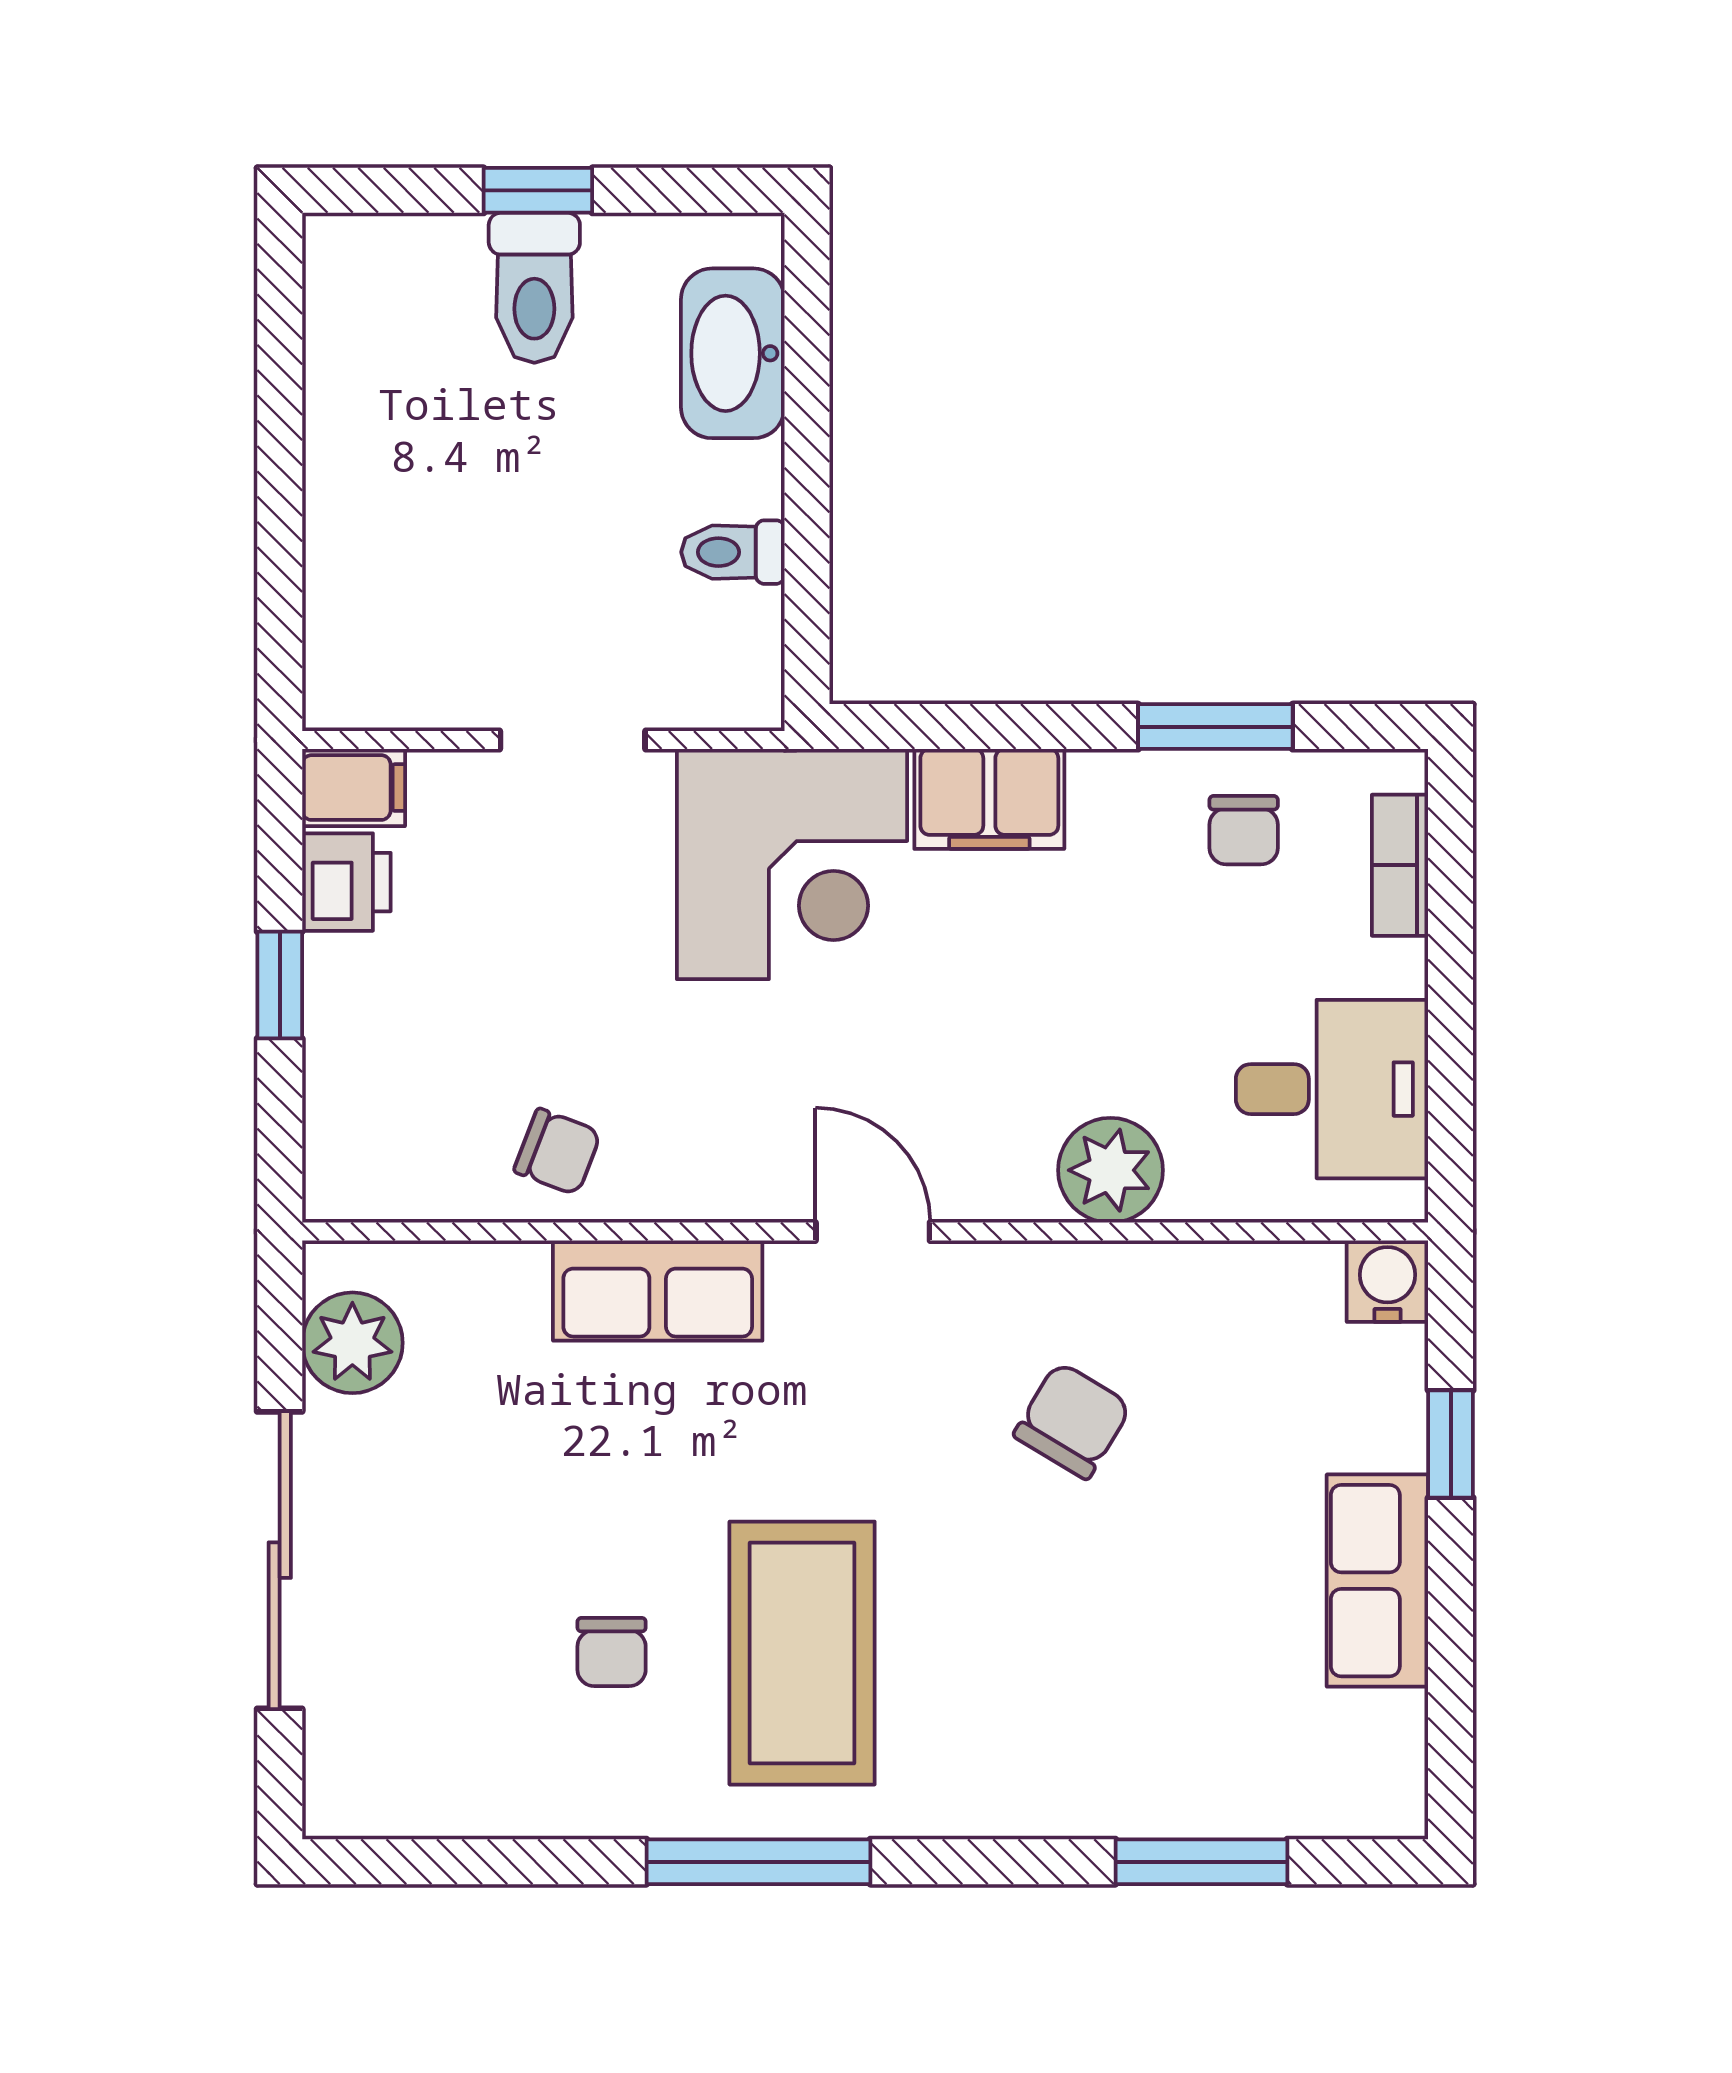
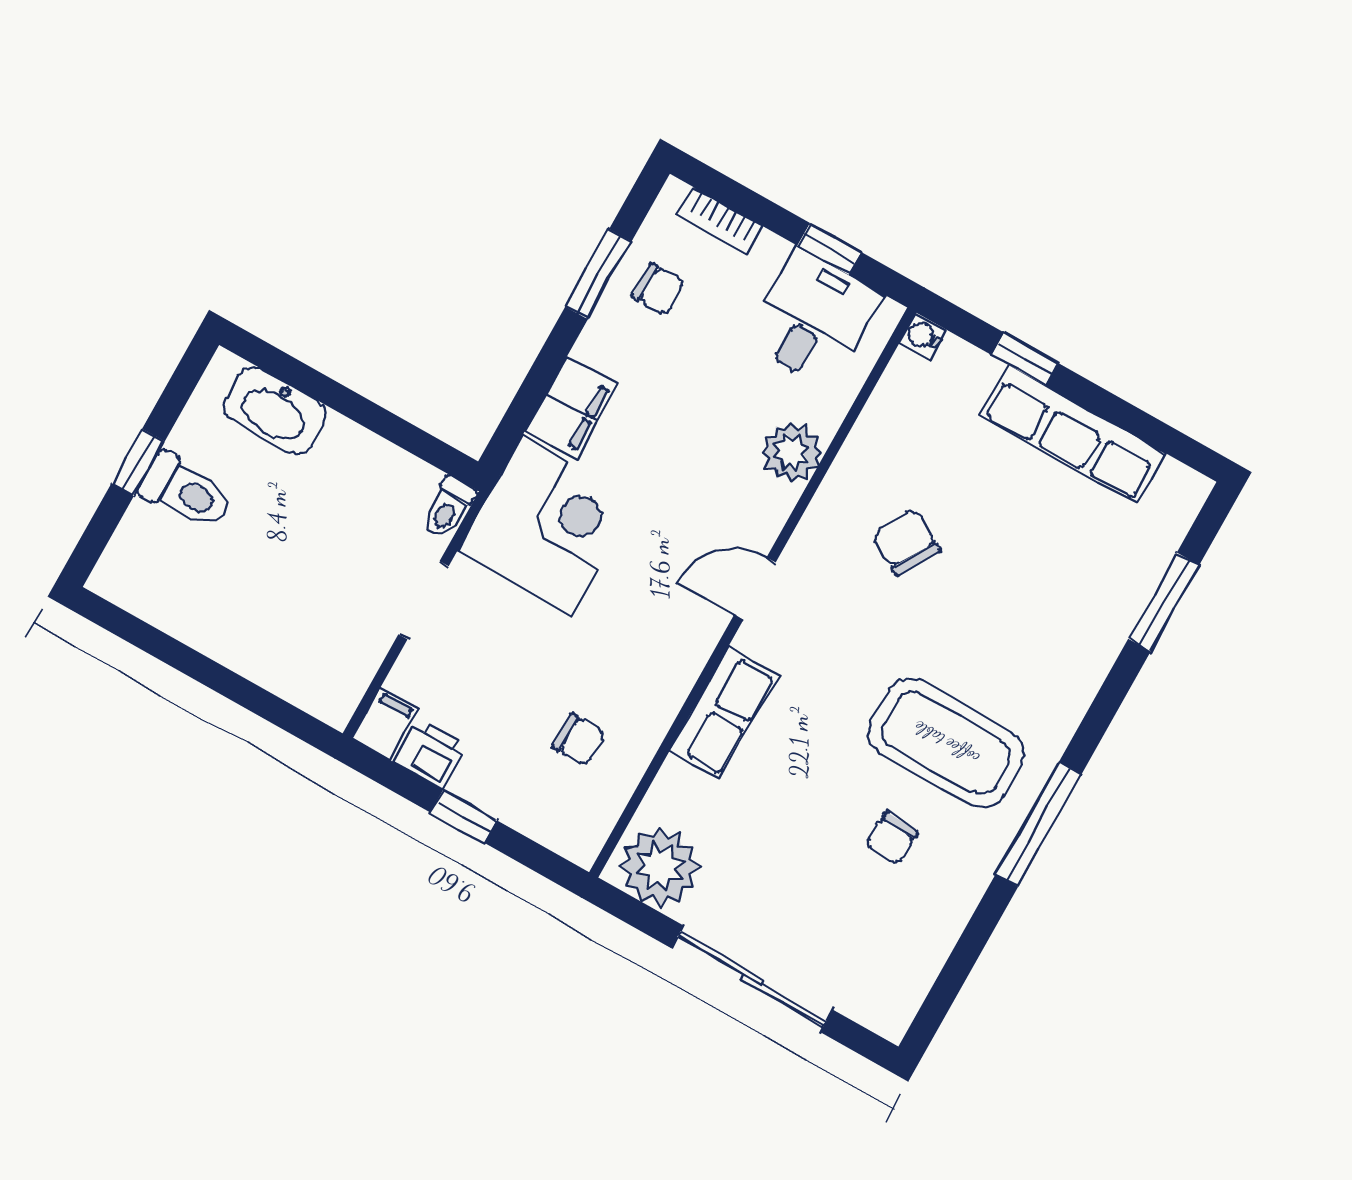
toilet: (733, 552) -> (448, 508), moved
window: (1451, 1055) -> (829, 249), added
chair: (558, 1152) -> (579, 740), moved, turned 69
water cooler: (1387, 1281) -> (923, 336), width x0.72, depth x0.72
plant: (352, 1343) -> (660, 867), width x1.36, depth x1.36
row of seats: (1377, 1581) -> (1073, 434), width x1.48
chair: (612, 1652) -> (892, 838), turned 92

